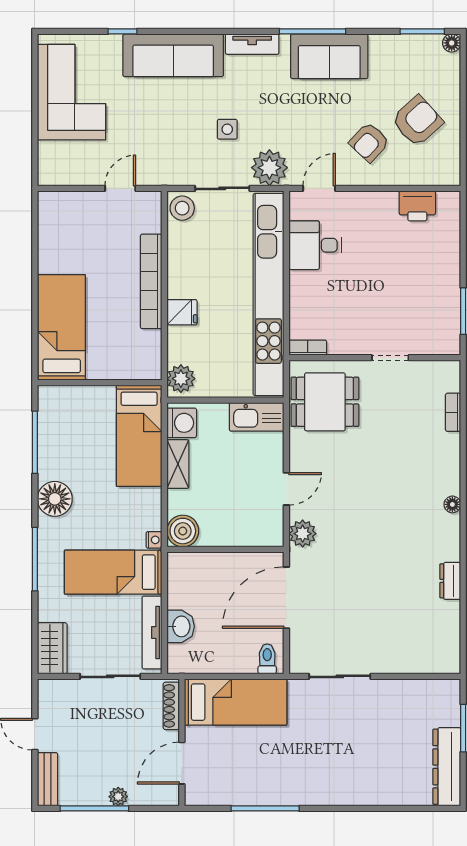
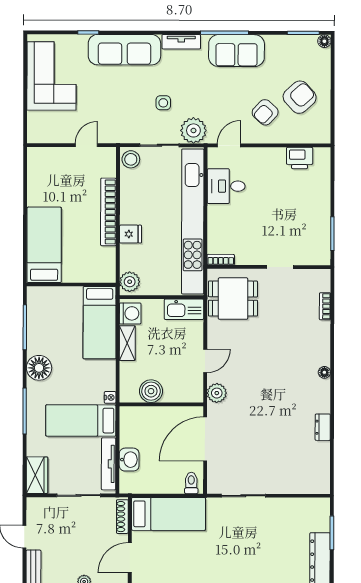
boiler: (183, 531) -> (151, 391), moved

